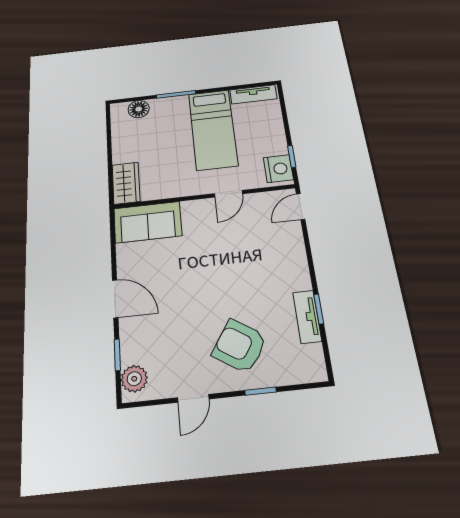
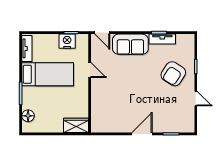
nightstand: (278, 169) -> (67, 41), moved
sofa: (148, 222) -> (130, 44), moved, turned 90
plant: (134, 379) -> (184, 126), removed

